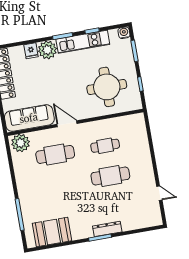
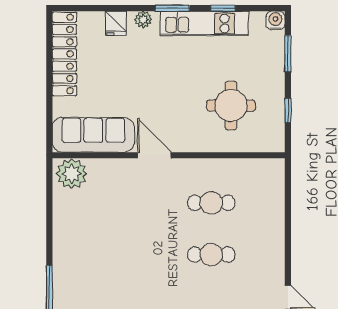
plant: (47, 50) -> (143, 19), width x0.53, depth x0.53
round table: (107, 87) -> (231, 106), width x0.73, depth x0.73
cafe table: (55, 154) -> (126, 203), removed
cafe table: (110, 176) -> (211, 255), width x0.73, depth x0.74

